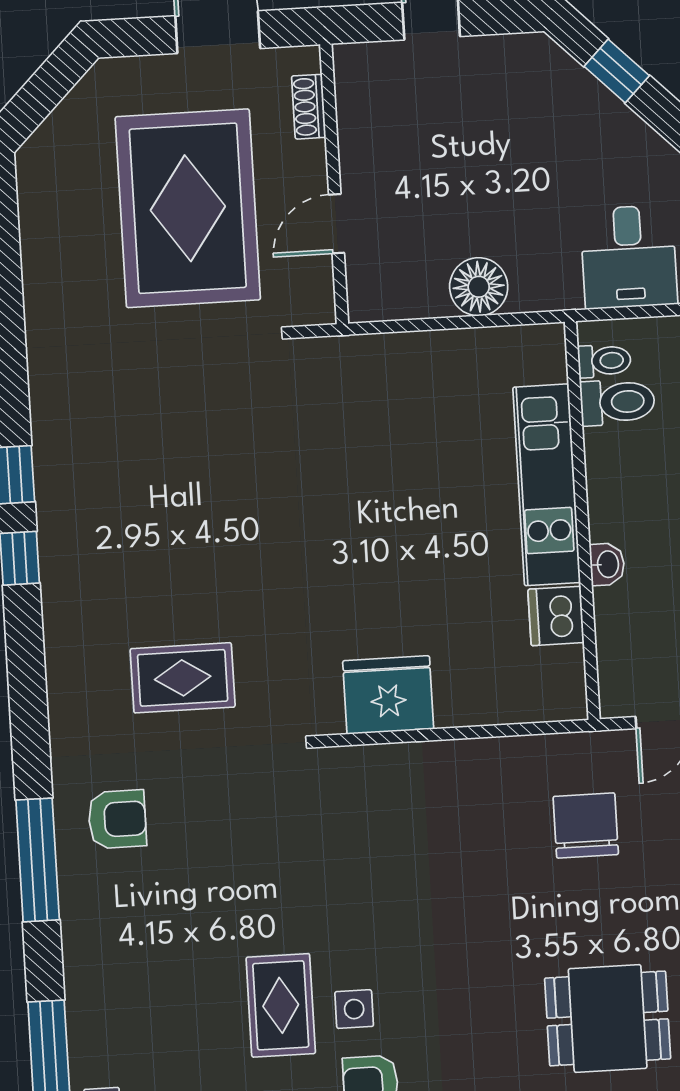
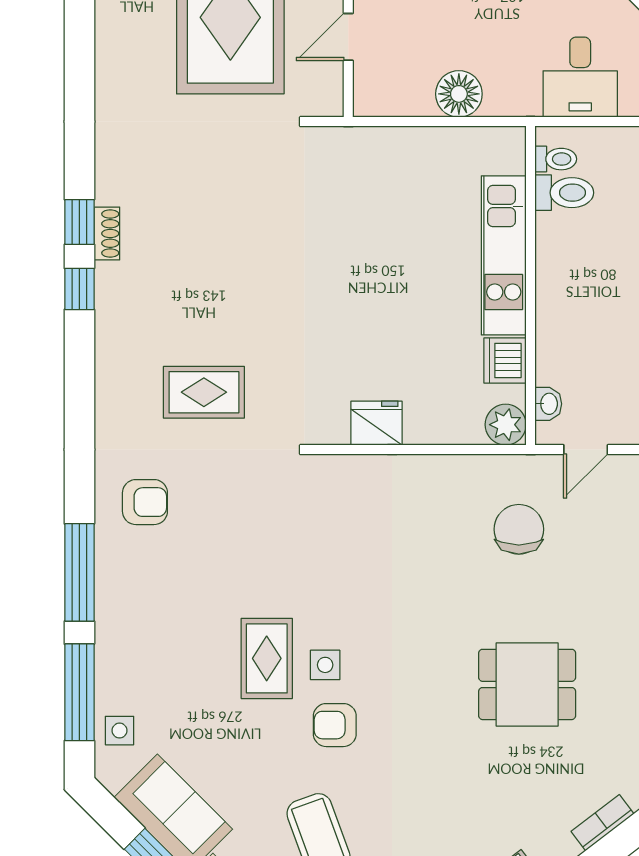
shoe rack: (50, 487) -> (107, 234), added
washbasin: (607, 564) -> (548, 404), moved
fridge: (388, 695) -> (376, 423), width x0.73, depth x0.75
plant: (562, 696) -> (506, 425), added
window: (38, 860) -> (79, 572), moved

